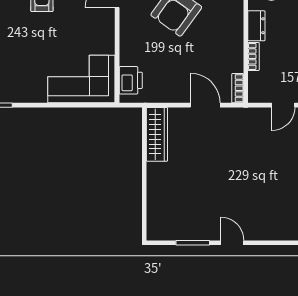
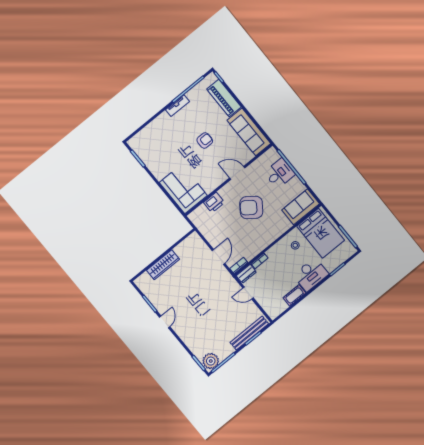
dresser: (256, 26) -> (246, 274), moved
printer: (131, 80) -> (214, 202), moved
wardrobe: (157, 134) -> (163, 265), moved

